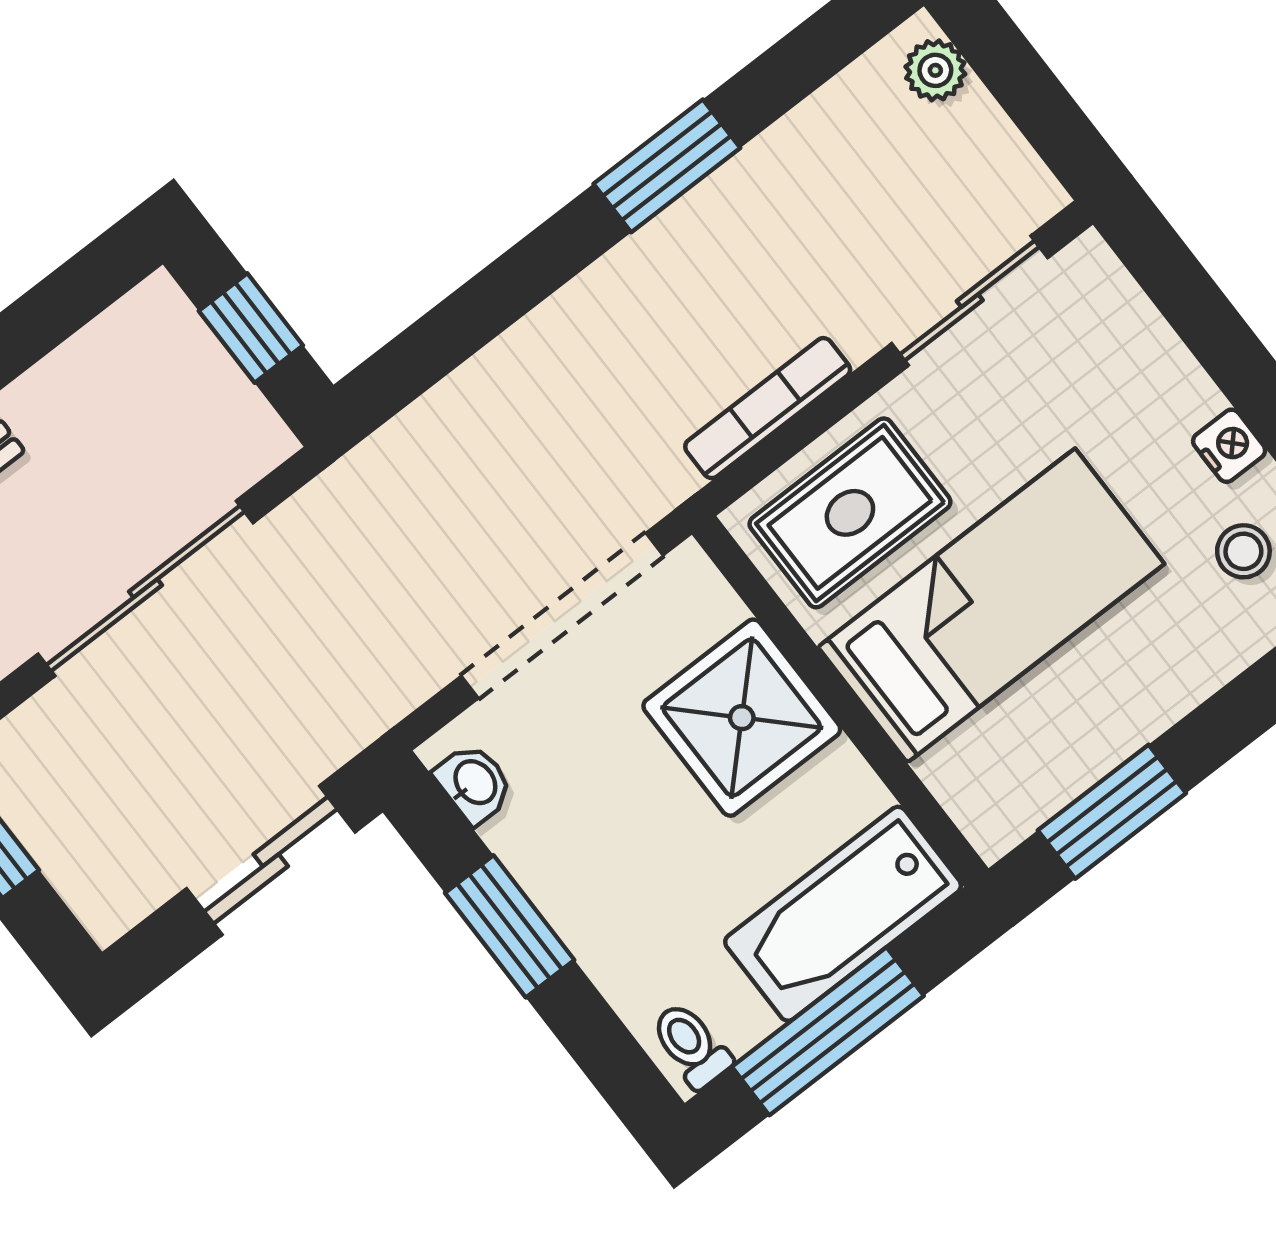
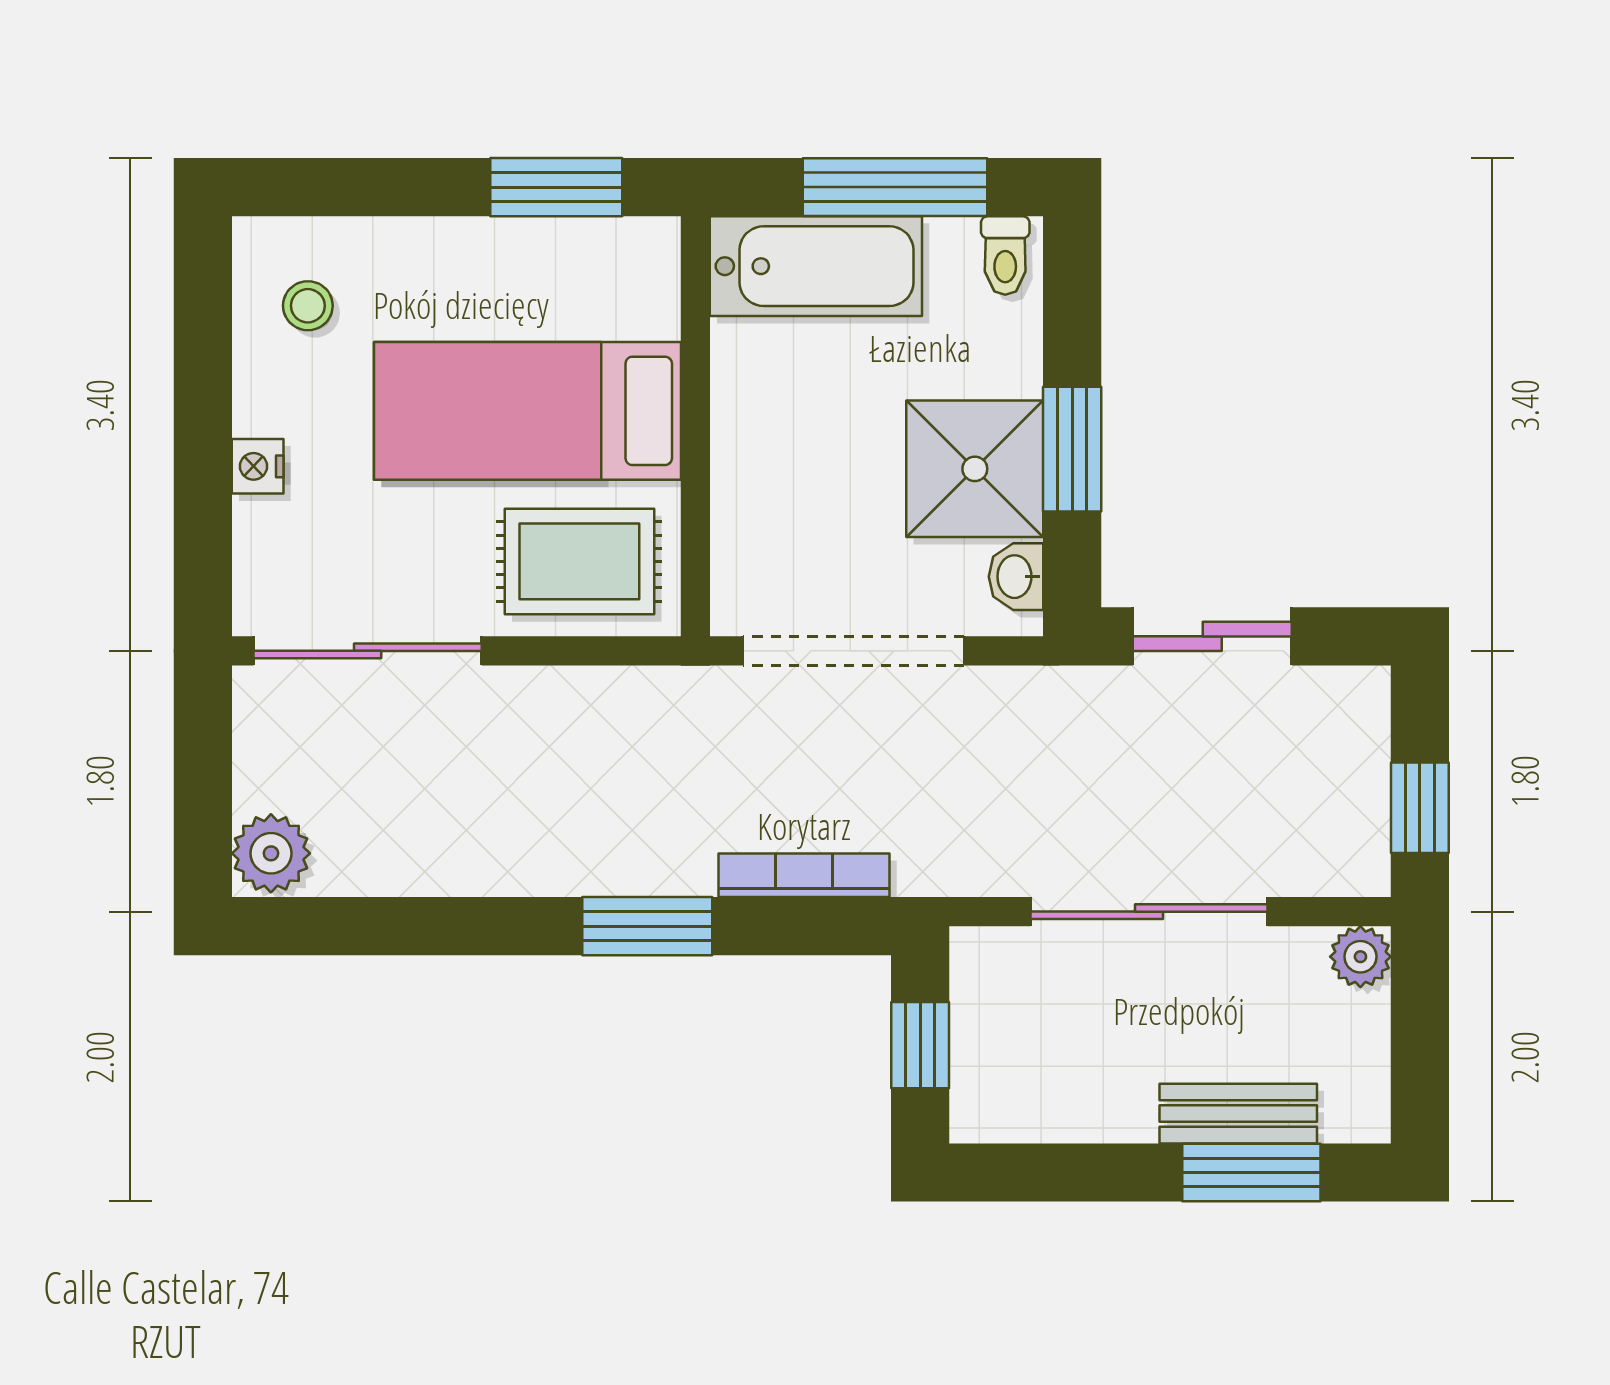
plant: (935, 70) -> (271, 853), width x1.38, depth x1.38
window: (667, 166) -> (647, 926), moved
sliding door: (970, 301) -> (368, 651), width x1.37
bookcase: (768, 408) -> (804, 875), moved, turned 180
nightstand: (1229, 446) -> (258, 466), moved
shower: (742, 718) -> (975, 469), moved

